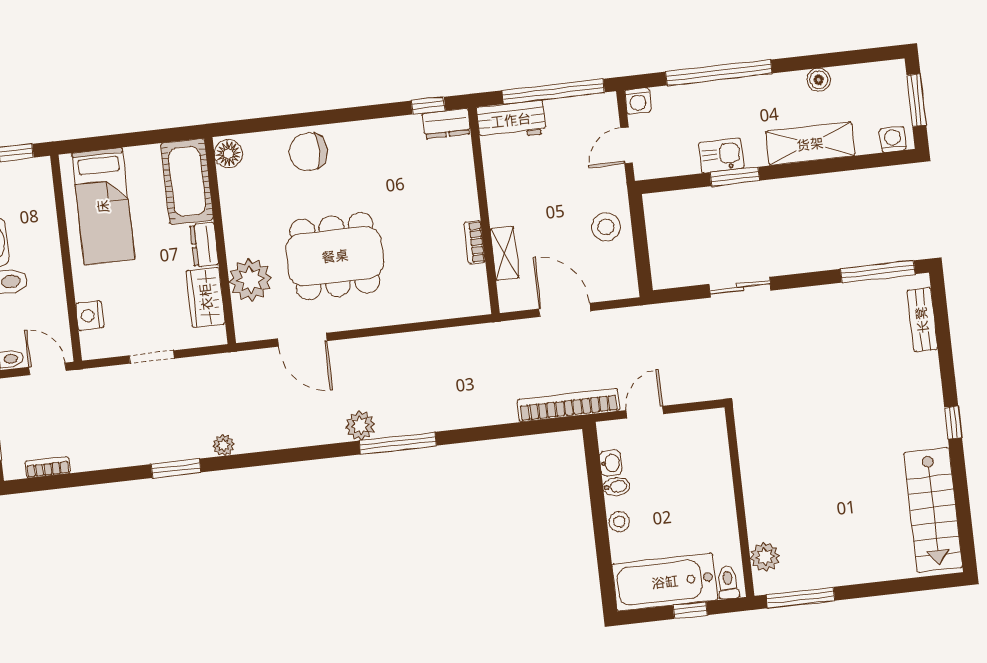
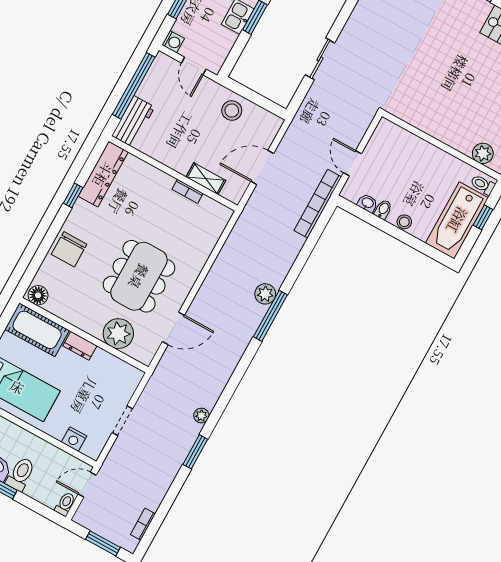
window: (428, 106) -> (73, 195), moved
dresser: (446, 124) -> (103, 174), width x1.96, depth x1.24
wardrobe: (206, 297) -> (110, 366), removed
plant: (360, 426) -> (265, 294), moved

